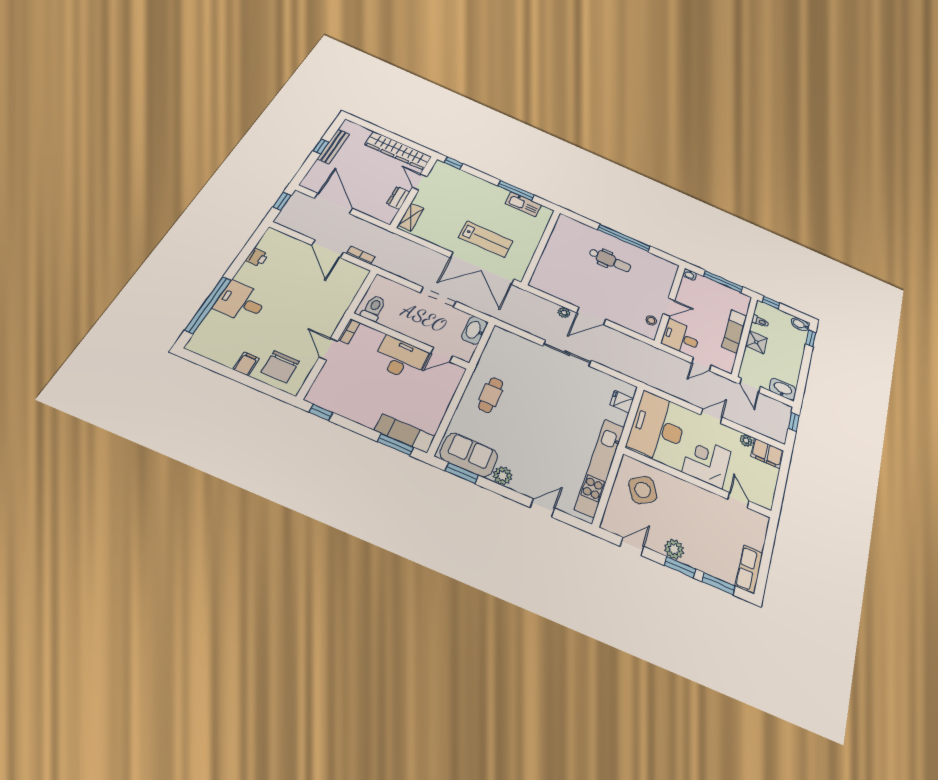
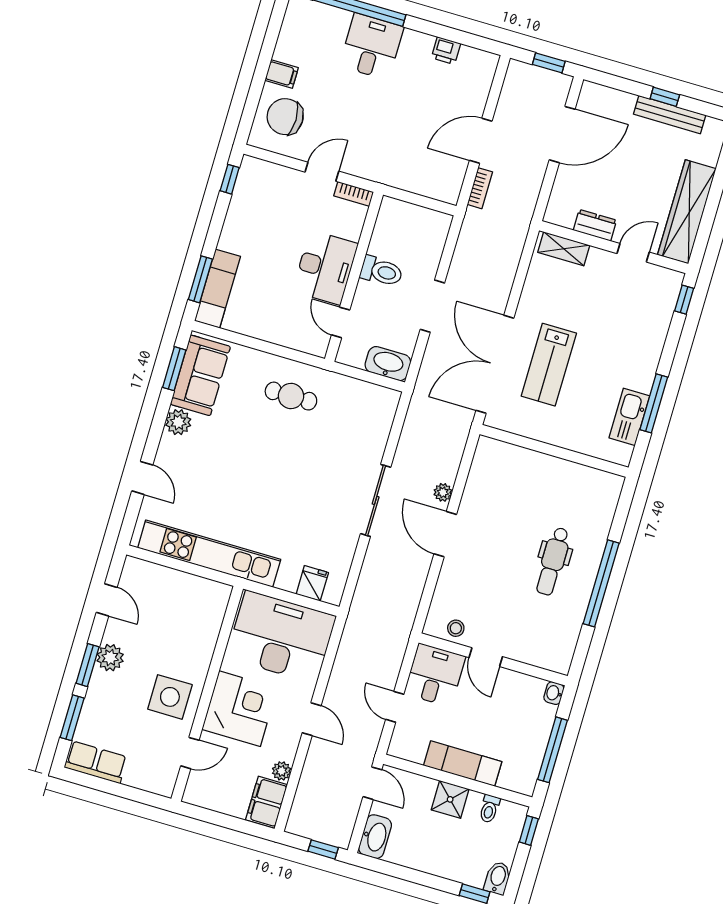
toilet: (374, 308) -> (381, 271), moved
door: (750, 385) -> (372, 783), swing flipped
side table: (643, 490) -> (170, 697), moved, turned 32

